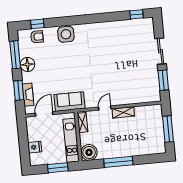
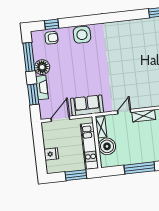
fireplace: (28, 95) -> (42, 88), moved
boiler: (89, 152) -> (107, 146), moved

